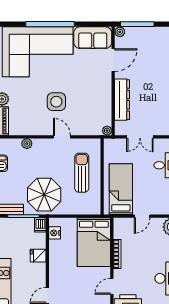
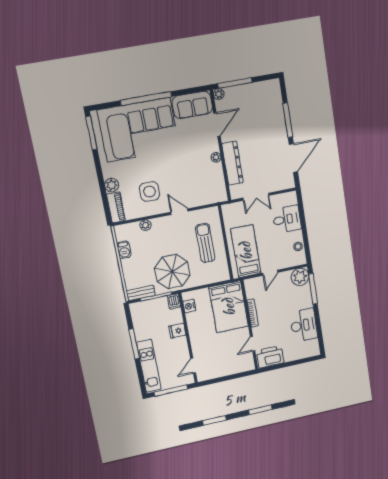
side table: (56, 102) -> (150, 192), moved
plant: (107, 131) -> (216, 157), moved

